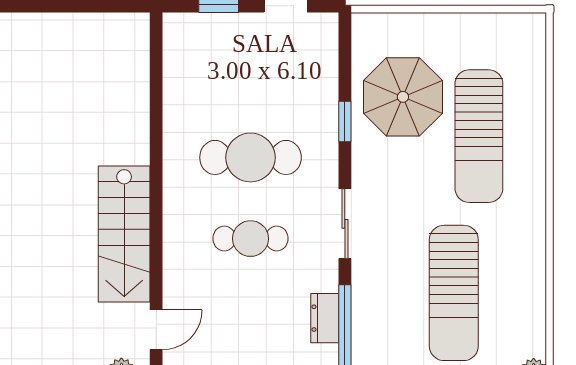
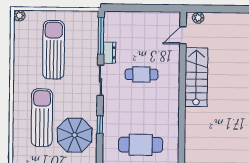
cafe table: (251, 157) -> (141, 145), moved
dresser: (325, 318) -> (110, 53), moved

